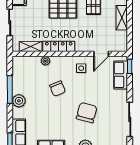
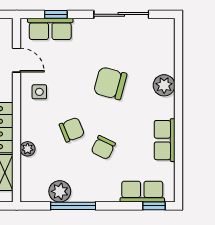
window: (130, 66) -> (56, 14), moved
plant: (19, 101) -> (60, 191), moved
chair: (46, 108) -> (103, 148), added

